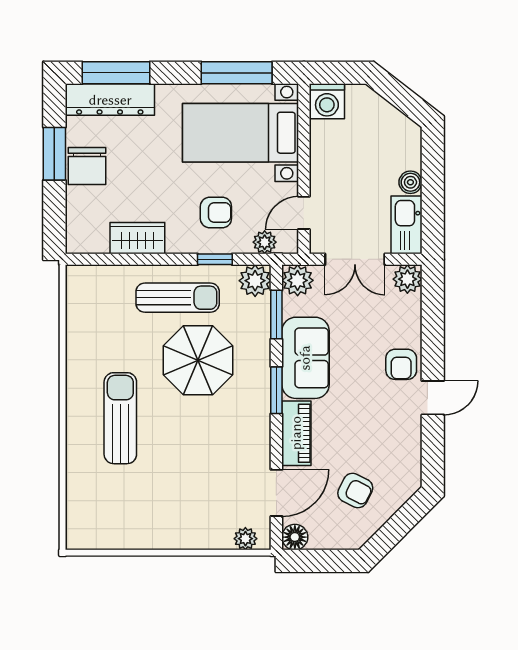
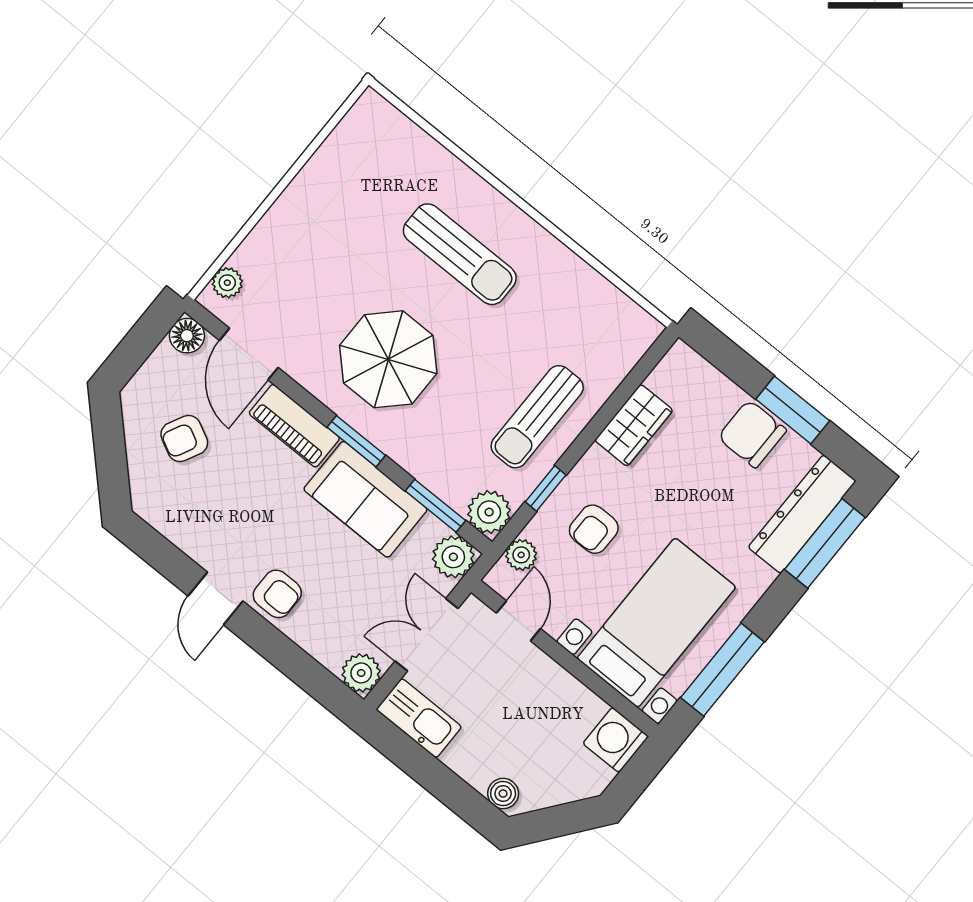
boiler: (410, 182) -> (503, 794), moved
parasol: (198, 360) -> (388, 359), moved
armchair: (401, 364) -> (277, 594), turned 180

